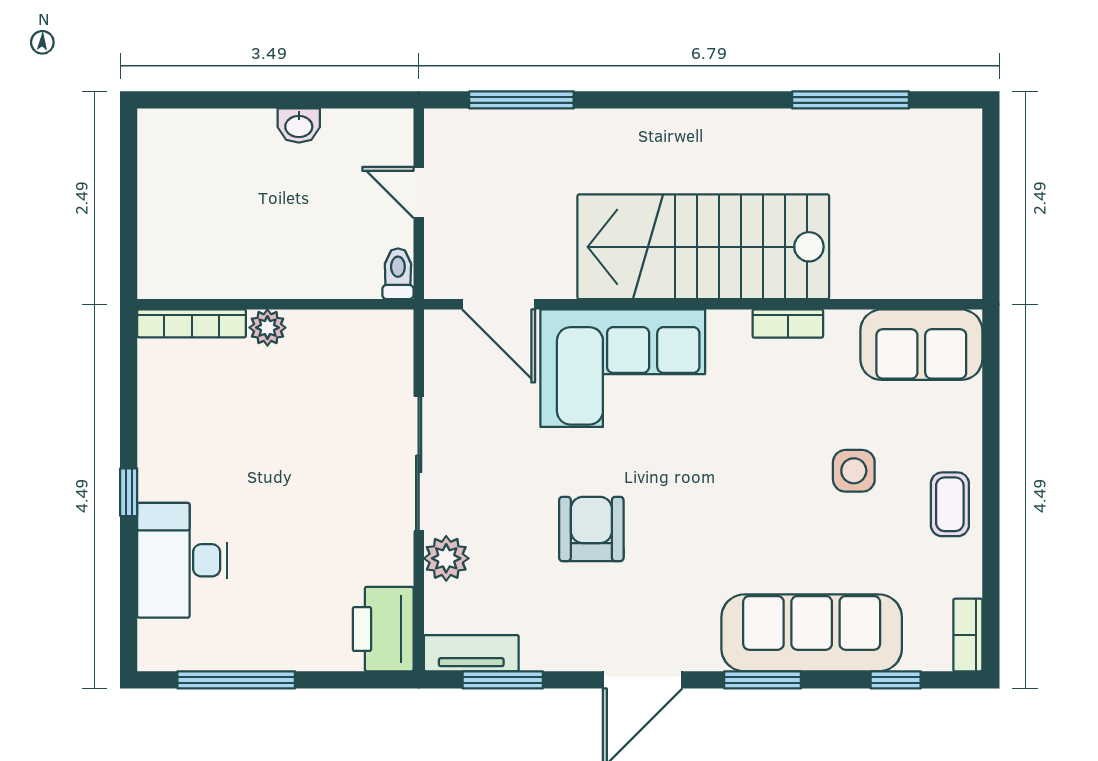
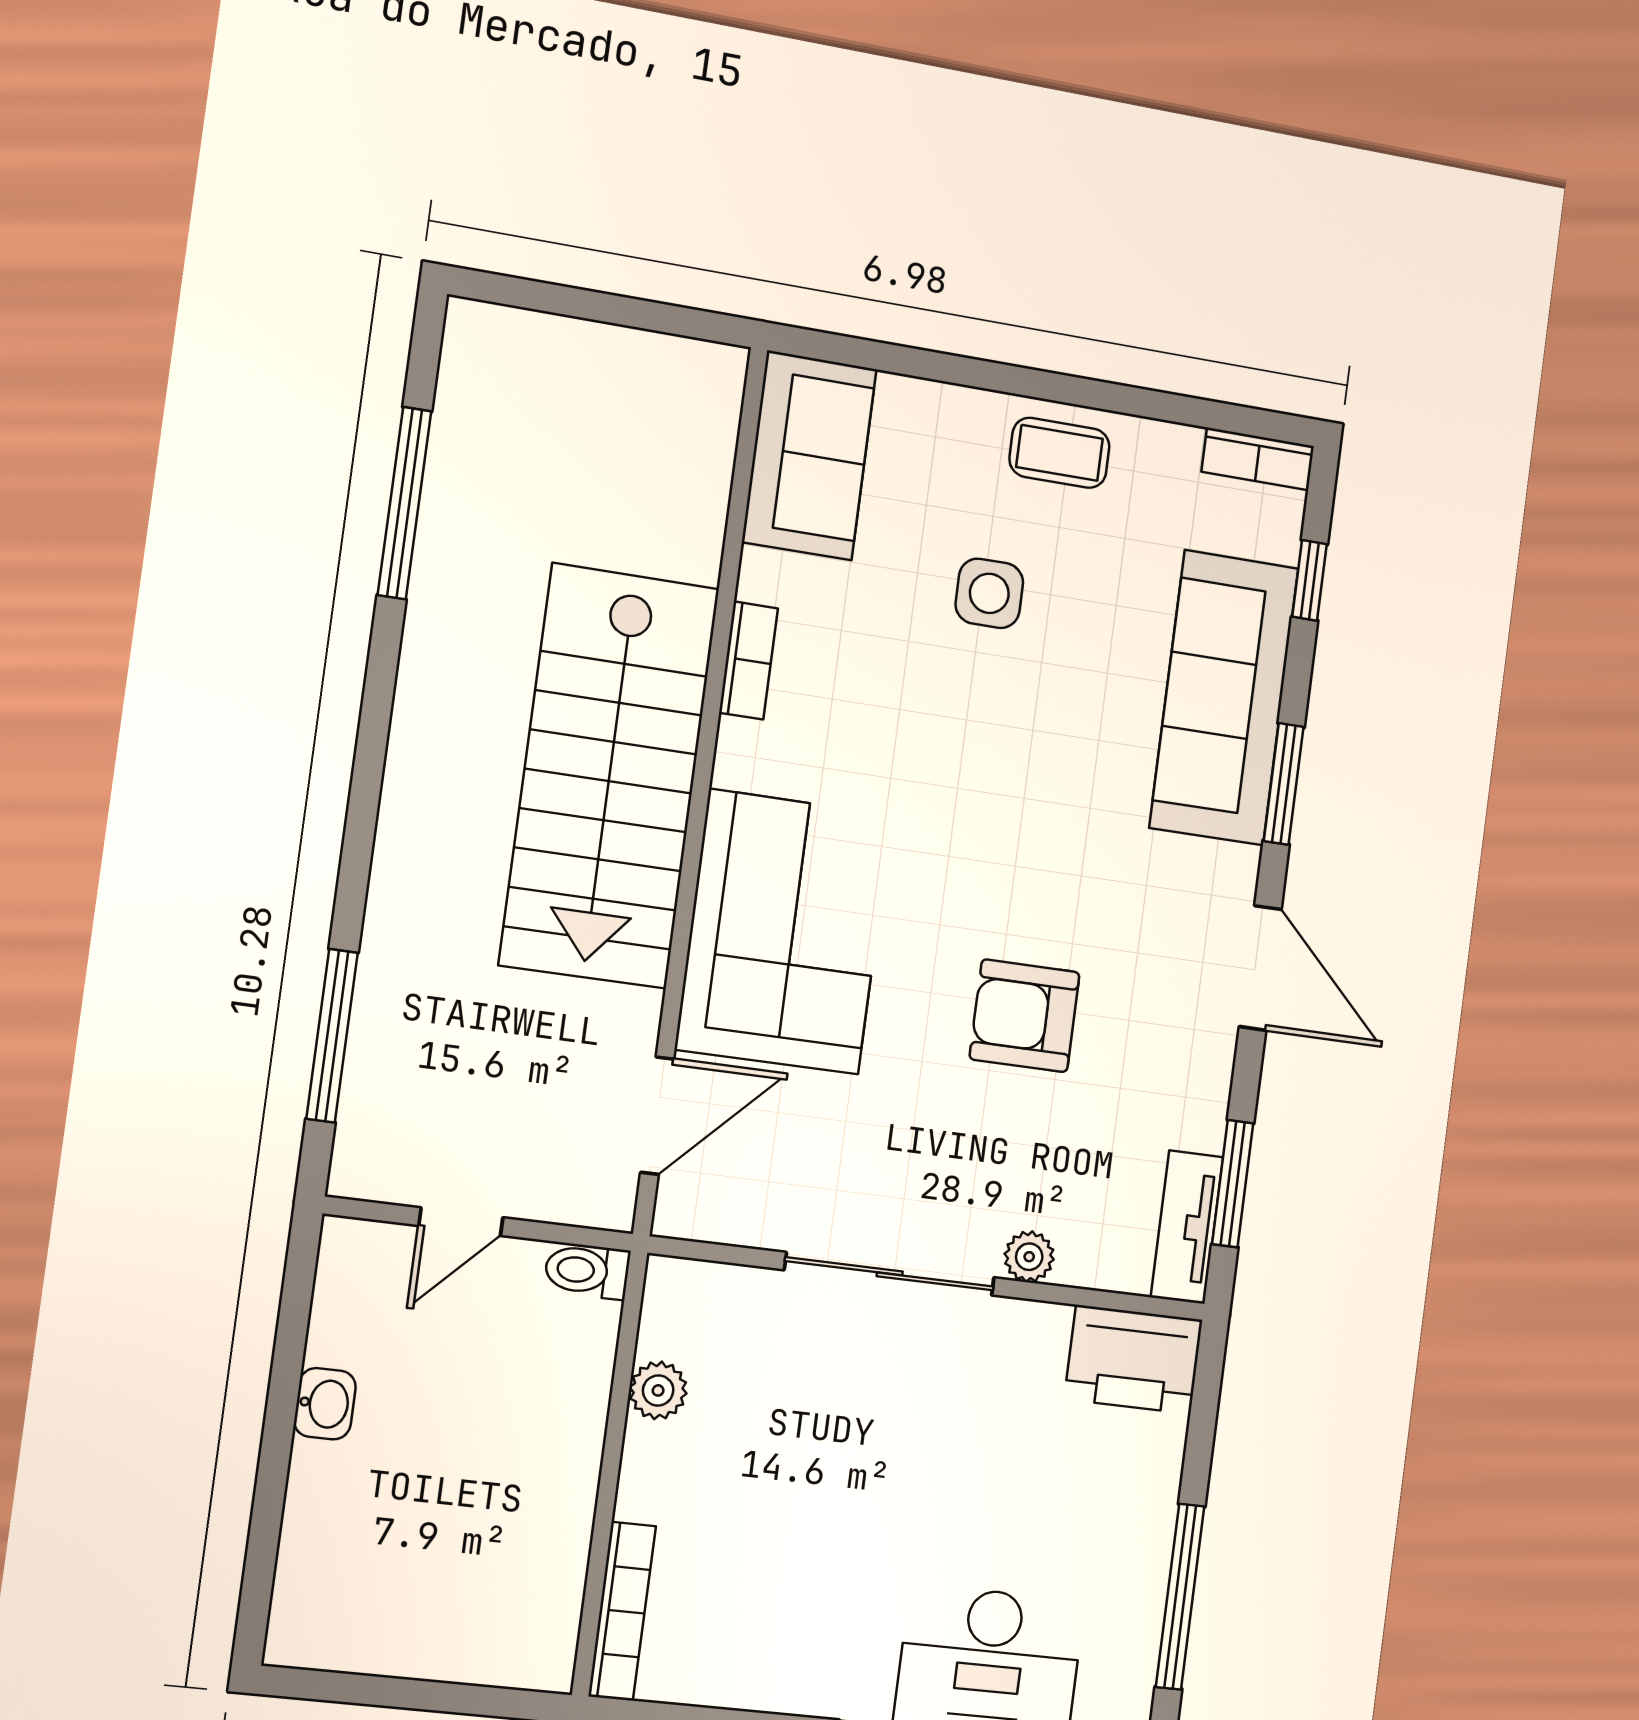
plant: (267, 328) -> (658, 1390), moved
plant: (446, 558) -> (1029, 1257), width x0.73, depth x0.73

